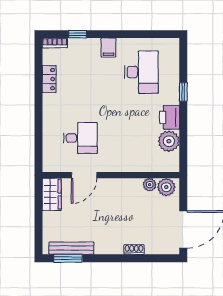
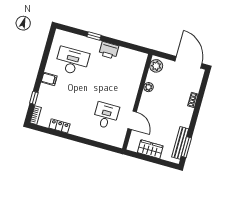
plant: (169, 141) -> (125, 55), removed
plant: (150, 185) -> (148, 87), moved
wardrobe: (52, 194) -> (150, 149), moved

